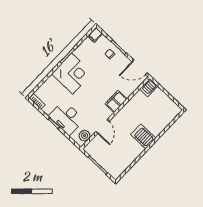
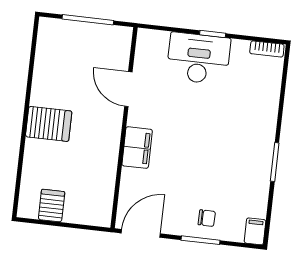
corner desk: (72, 73) -> (245, 139), removed
server rack: (149, 88) -> (52, 206), moved
plant: (84, 136) -> (147, 52), removed

